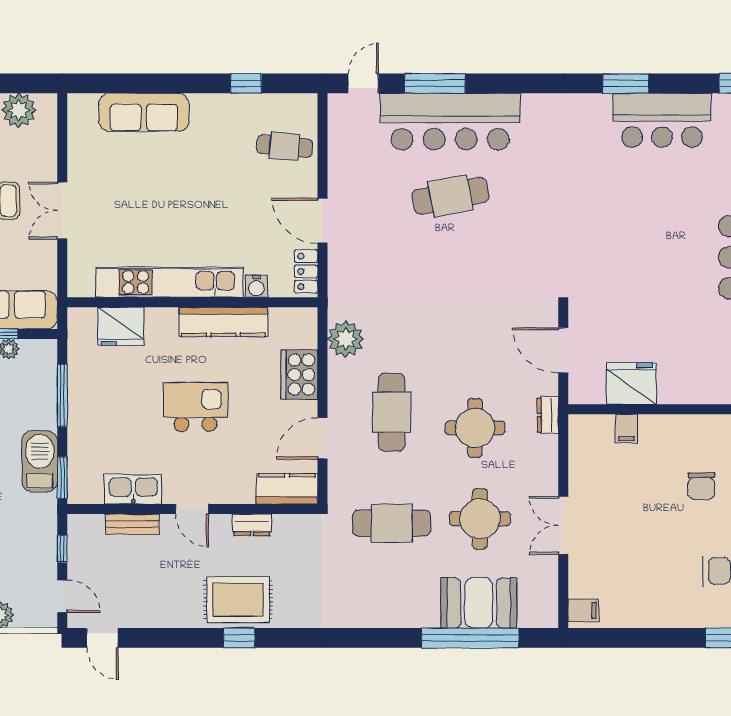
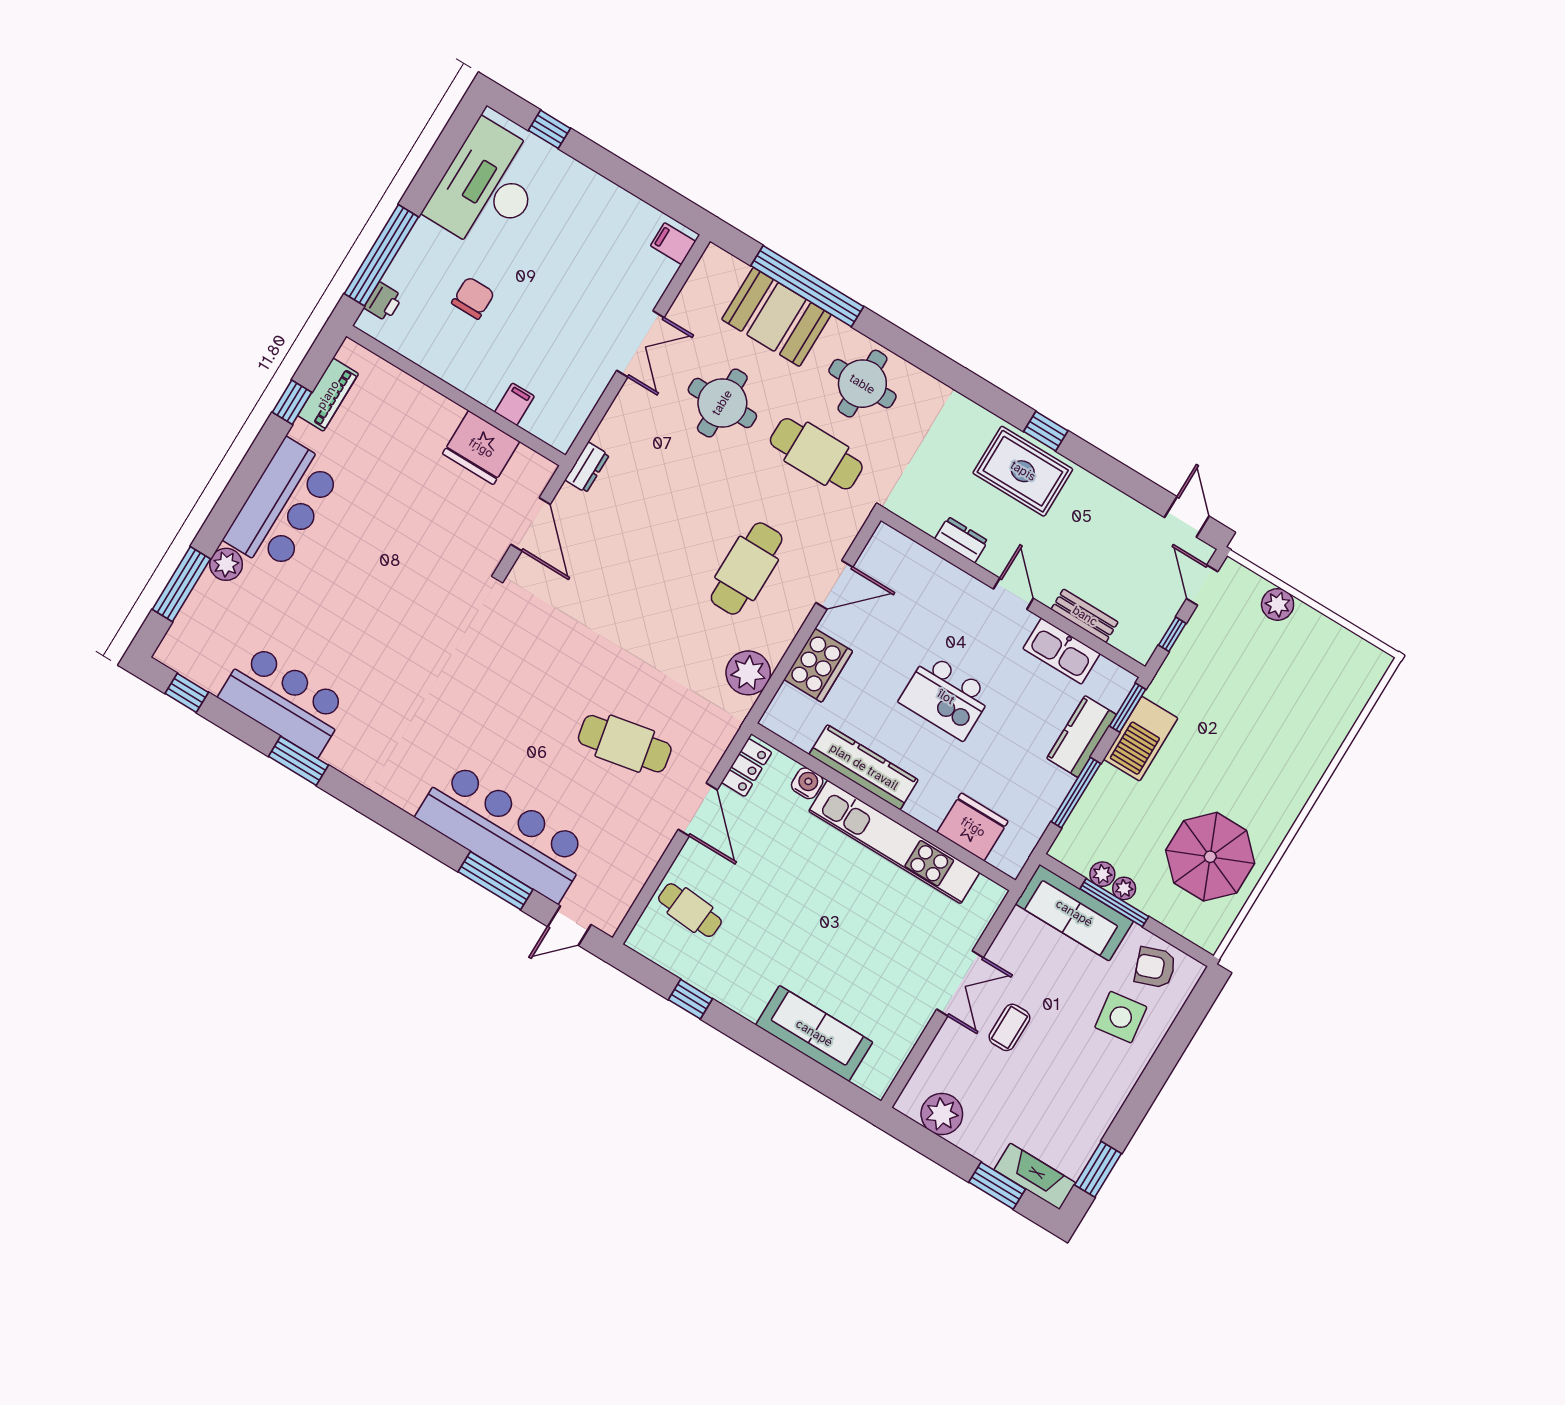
cafe table: (450, 196) -> (625, 744), moved
round table: (475, 428) -> (862, 384), moved
kitchen counter: (287, 489) -> (1082, 737), moved, turned 90

